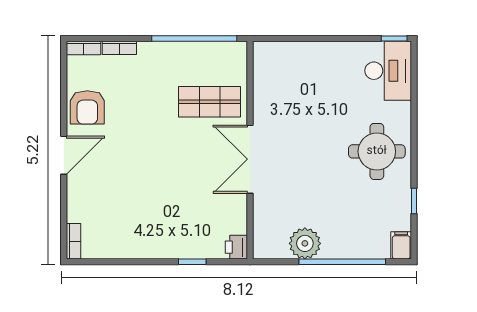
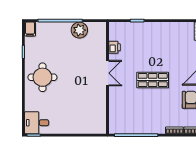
desk: (388, 71) -> (37, 123), width x0.73
shop shelf: (210, 102) -> (153, 80), moved
double door: (250, 159) -> (108, 73), width x0.73
printer: (236, 247) -> (114, 47), moved

